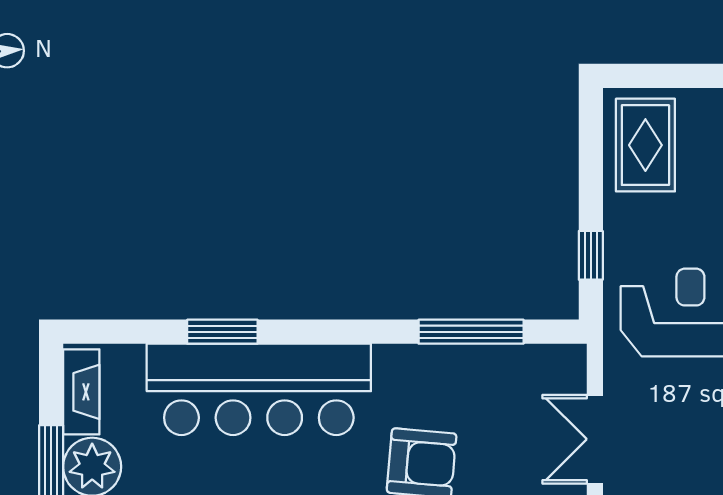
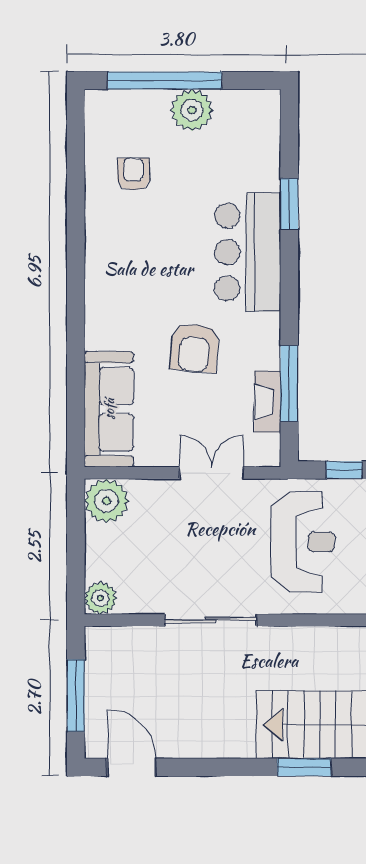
bar counter: (259, 389) -> (248, 252), width x0.73
fireplace: (81, 392) -> (267, 402), moved, turned 90

